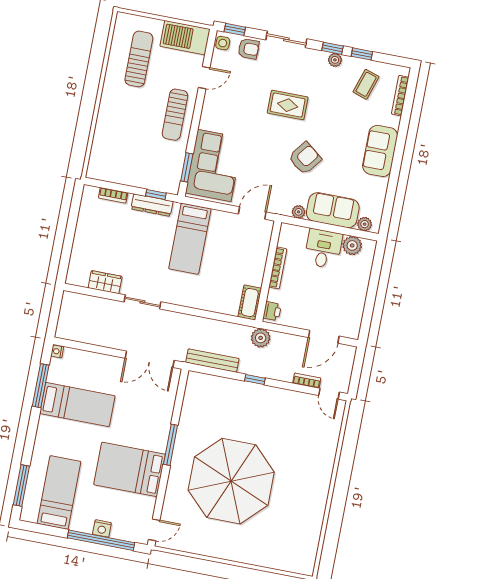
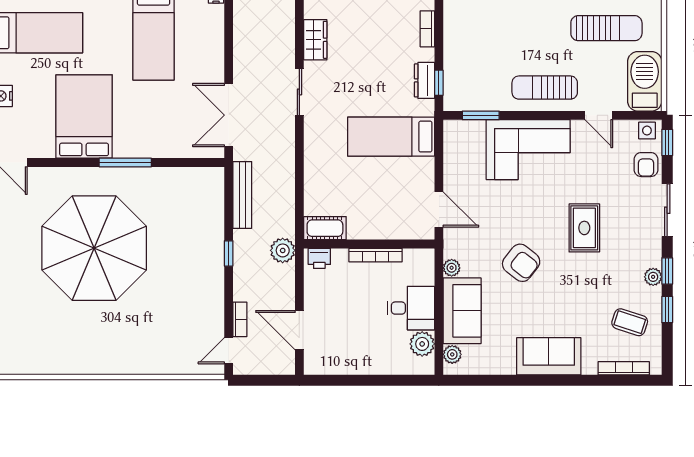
corner sofa: (214, 165) -> (528, 150), moved
dresser: (152, 205) -> (424, 80), width x0.70

